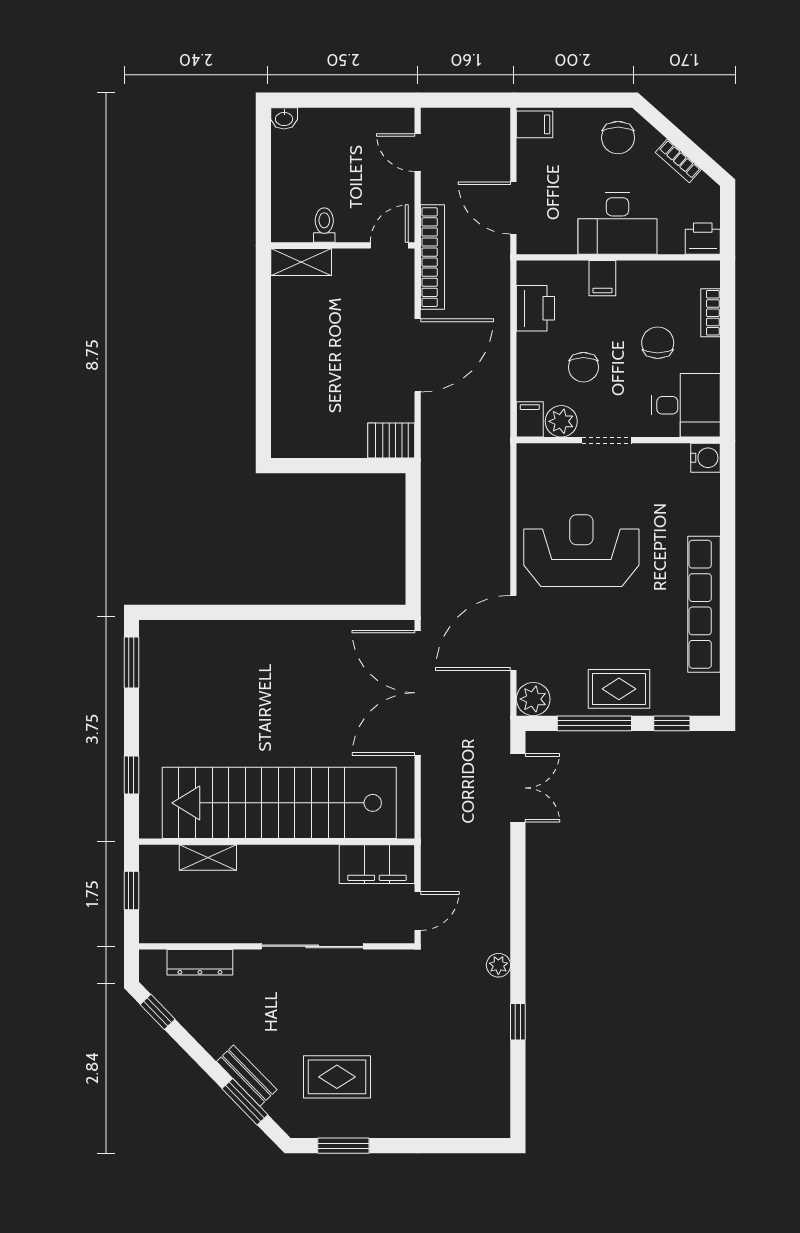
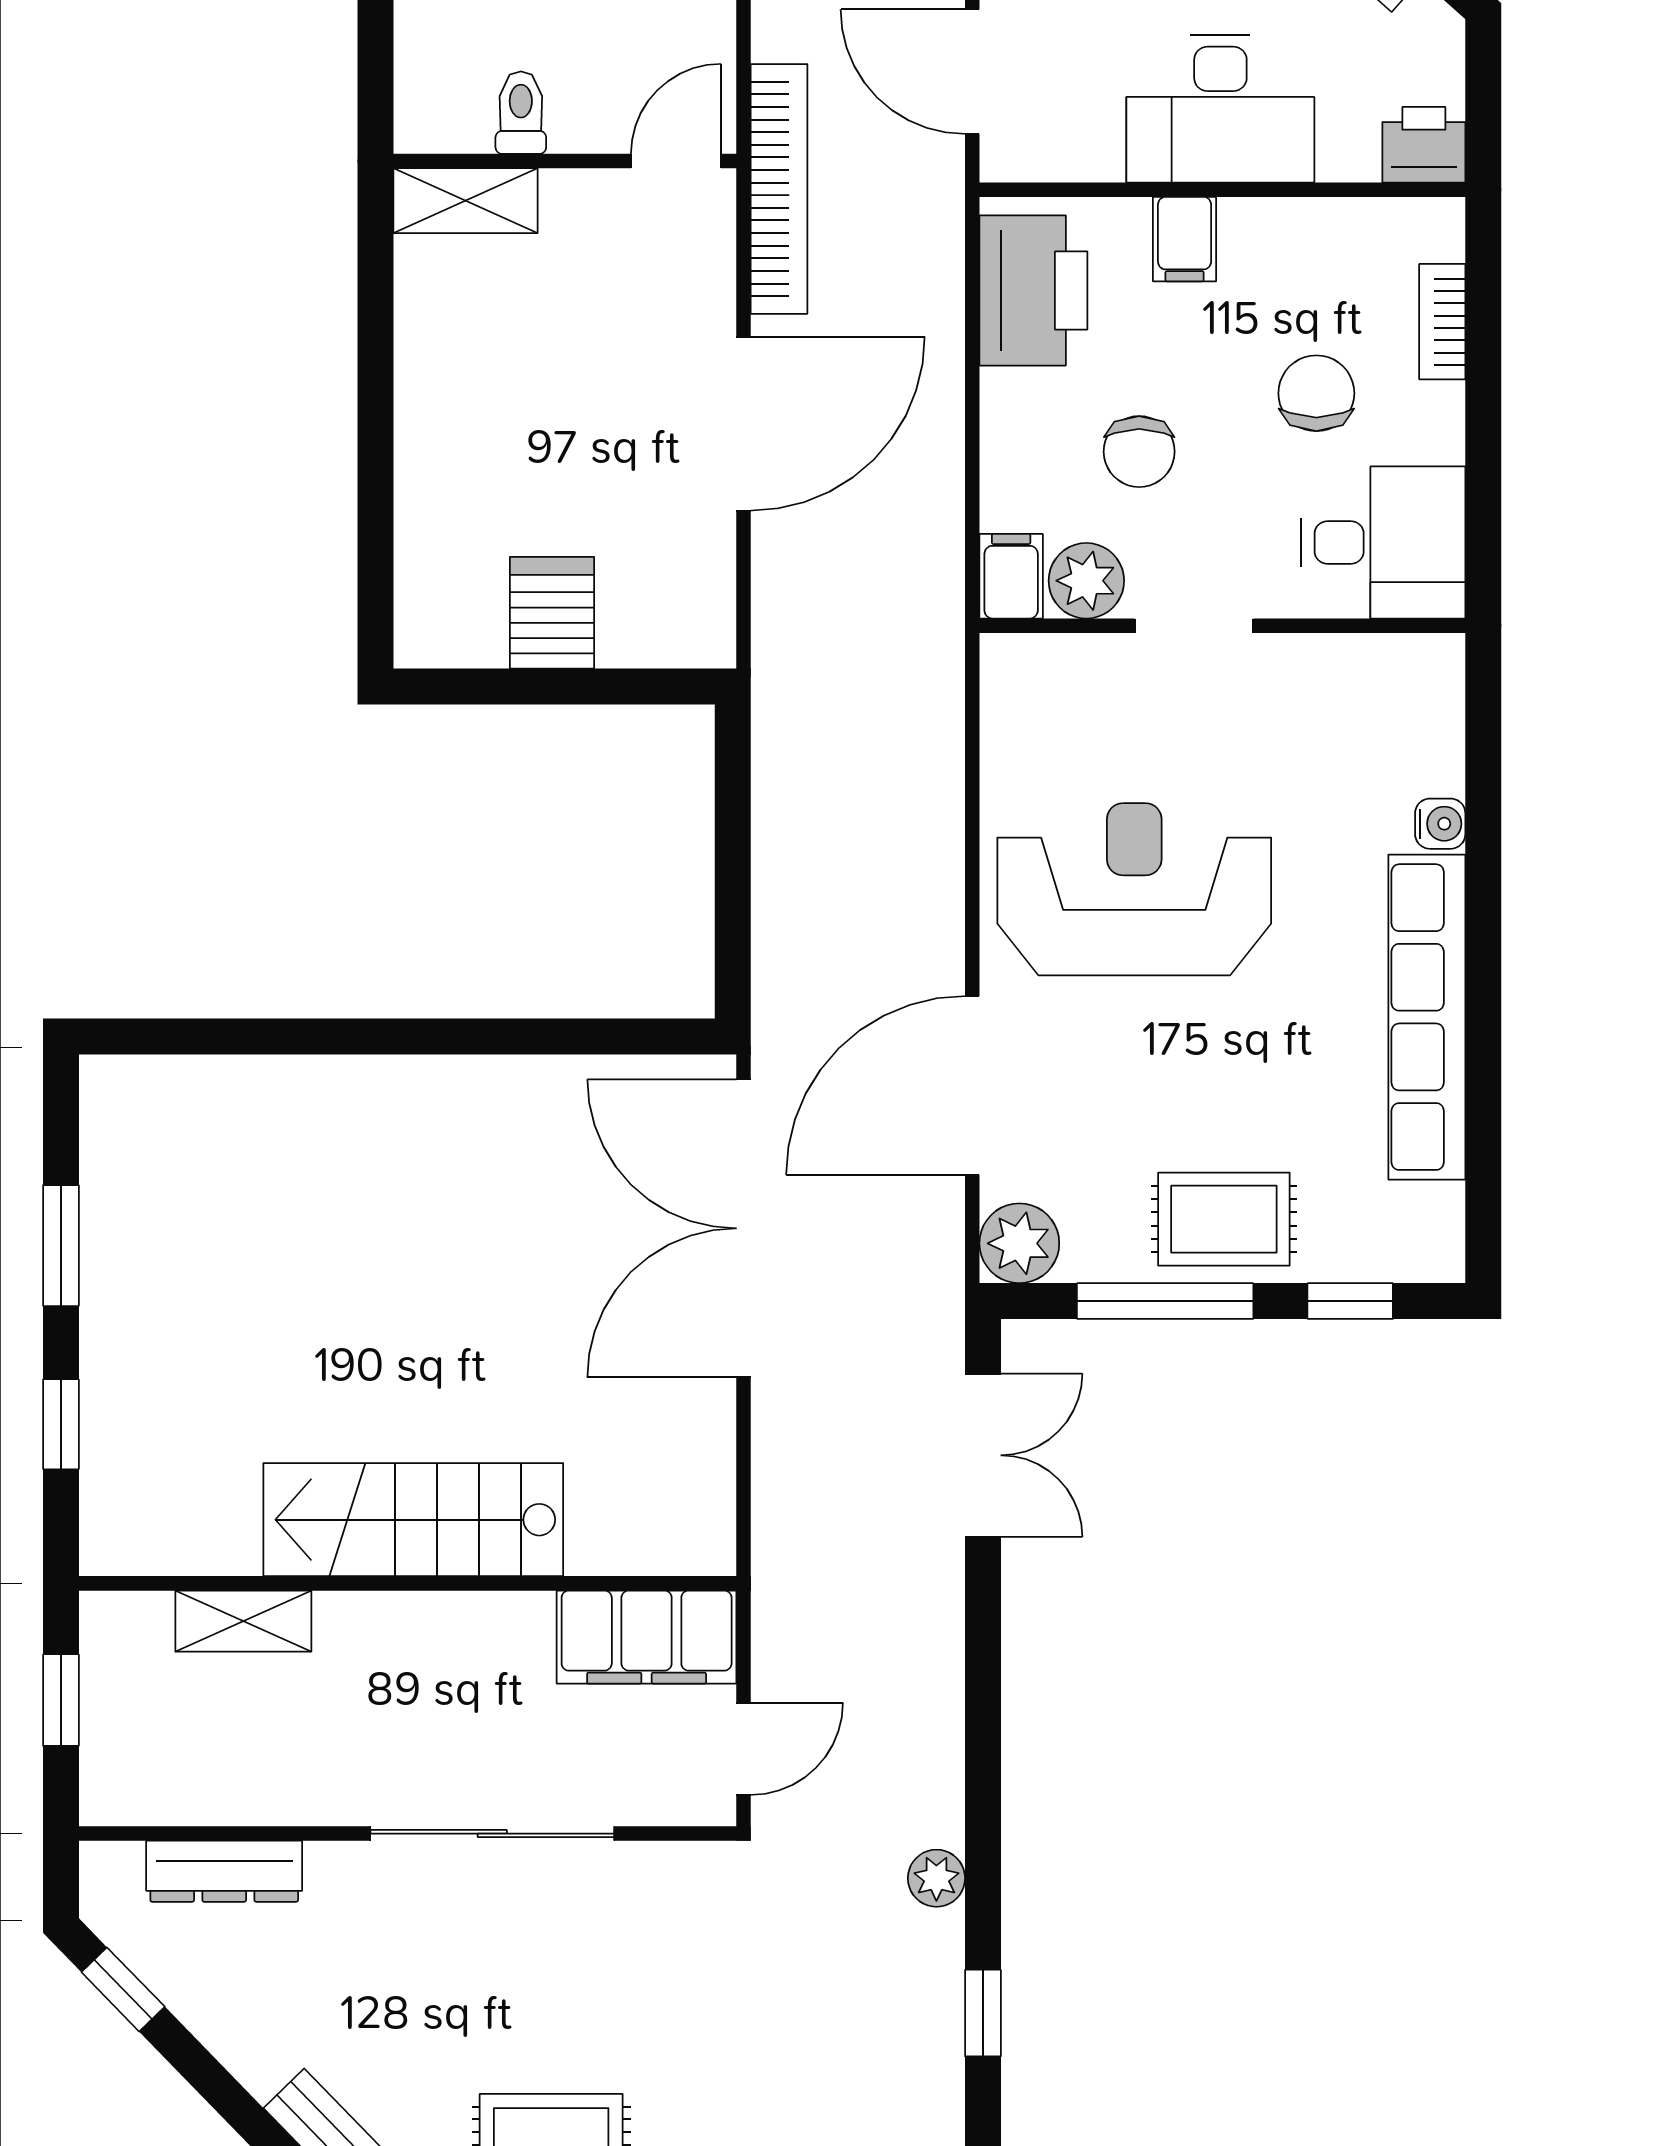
printer: (535, 308) -> (1033, 290), width x1.37, depth x1.19
server rack: (391, 441) -> (552, 613), moved, turned 90
water cooler: (706, 458) -> (1440, 824), moved, width x0.72, depth x0.72
window: (131, 662) -> (61, 1246), moved
stairs: (279, 803) -> (413, 1520), width x0.54, depth x0.66

